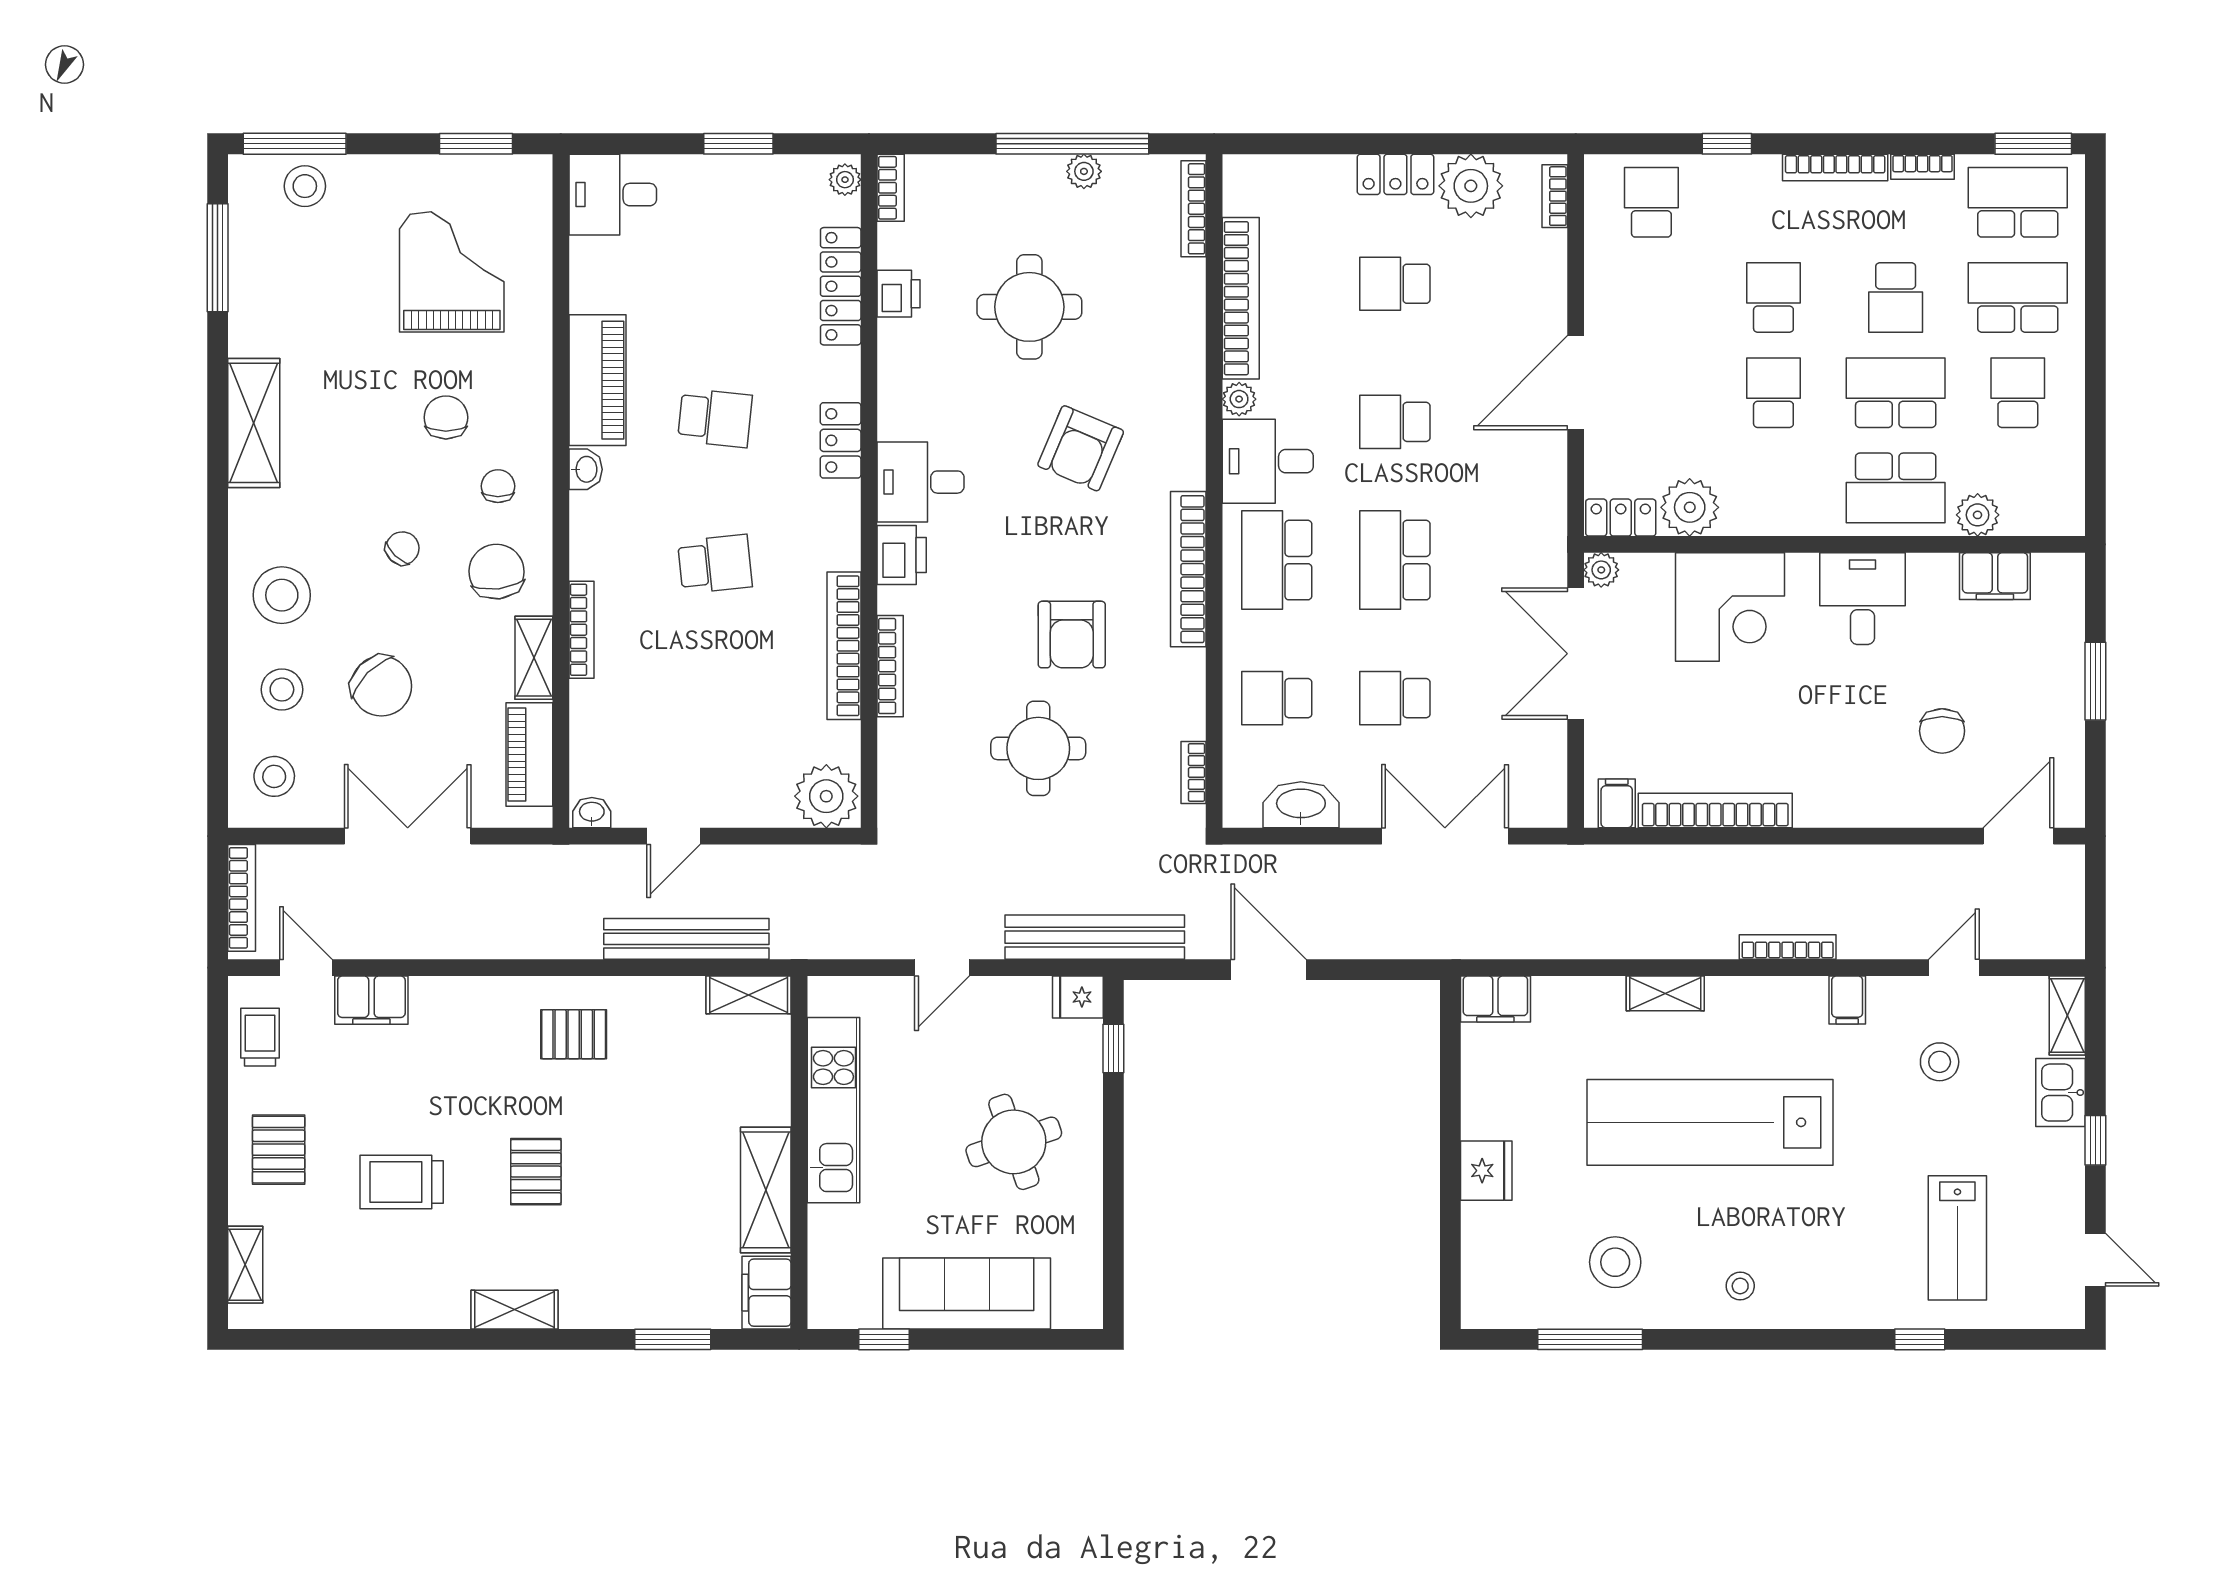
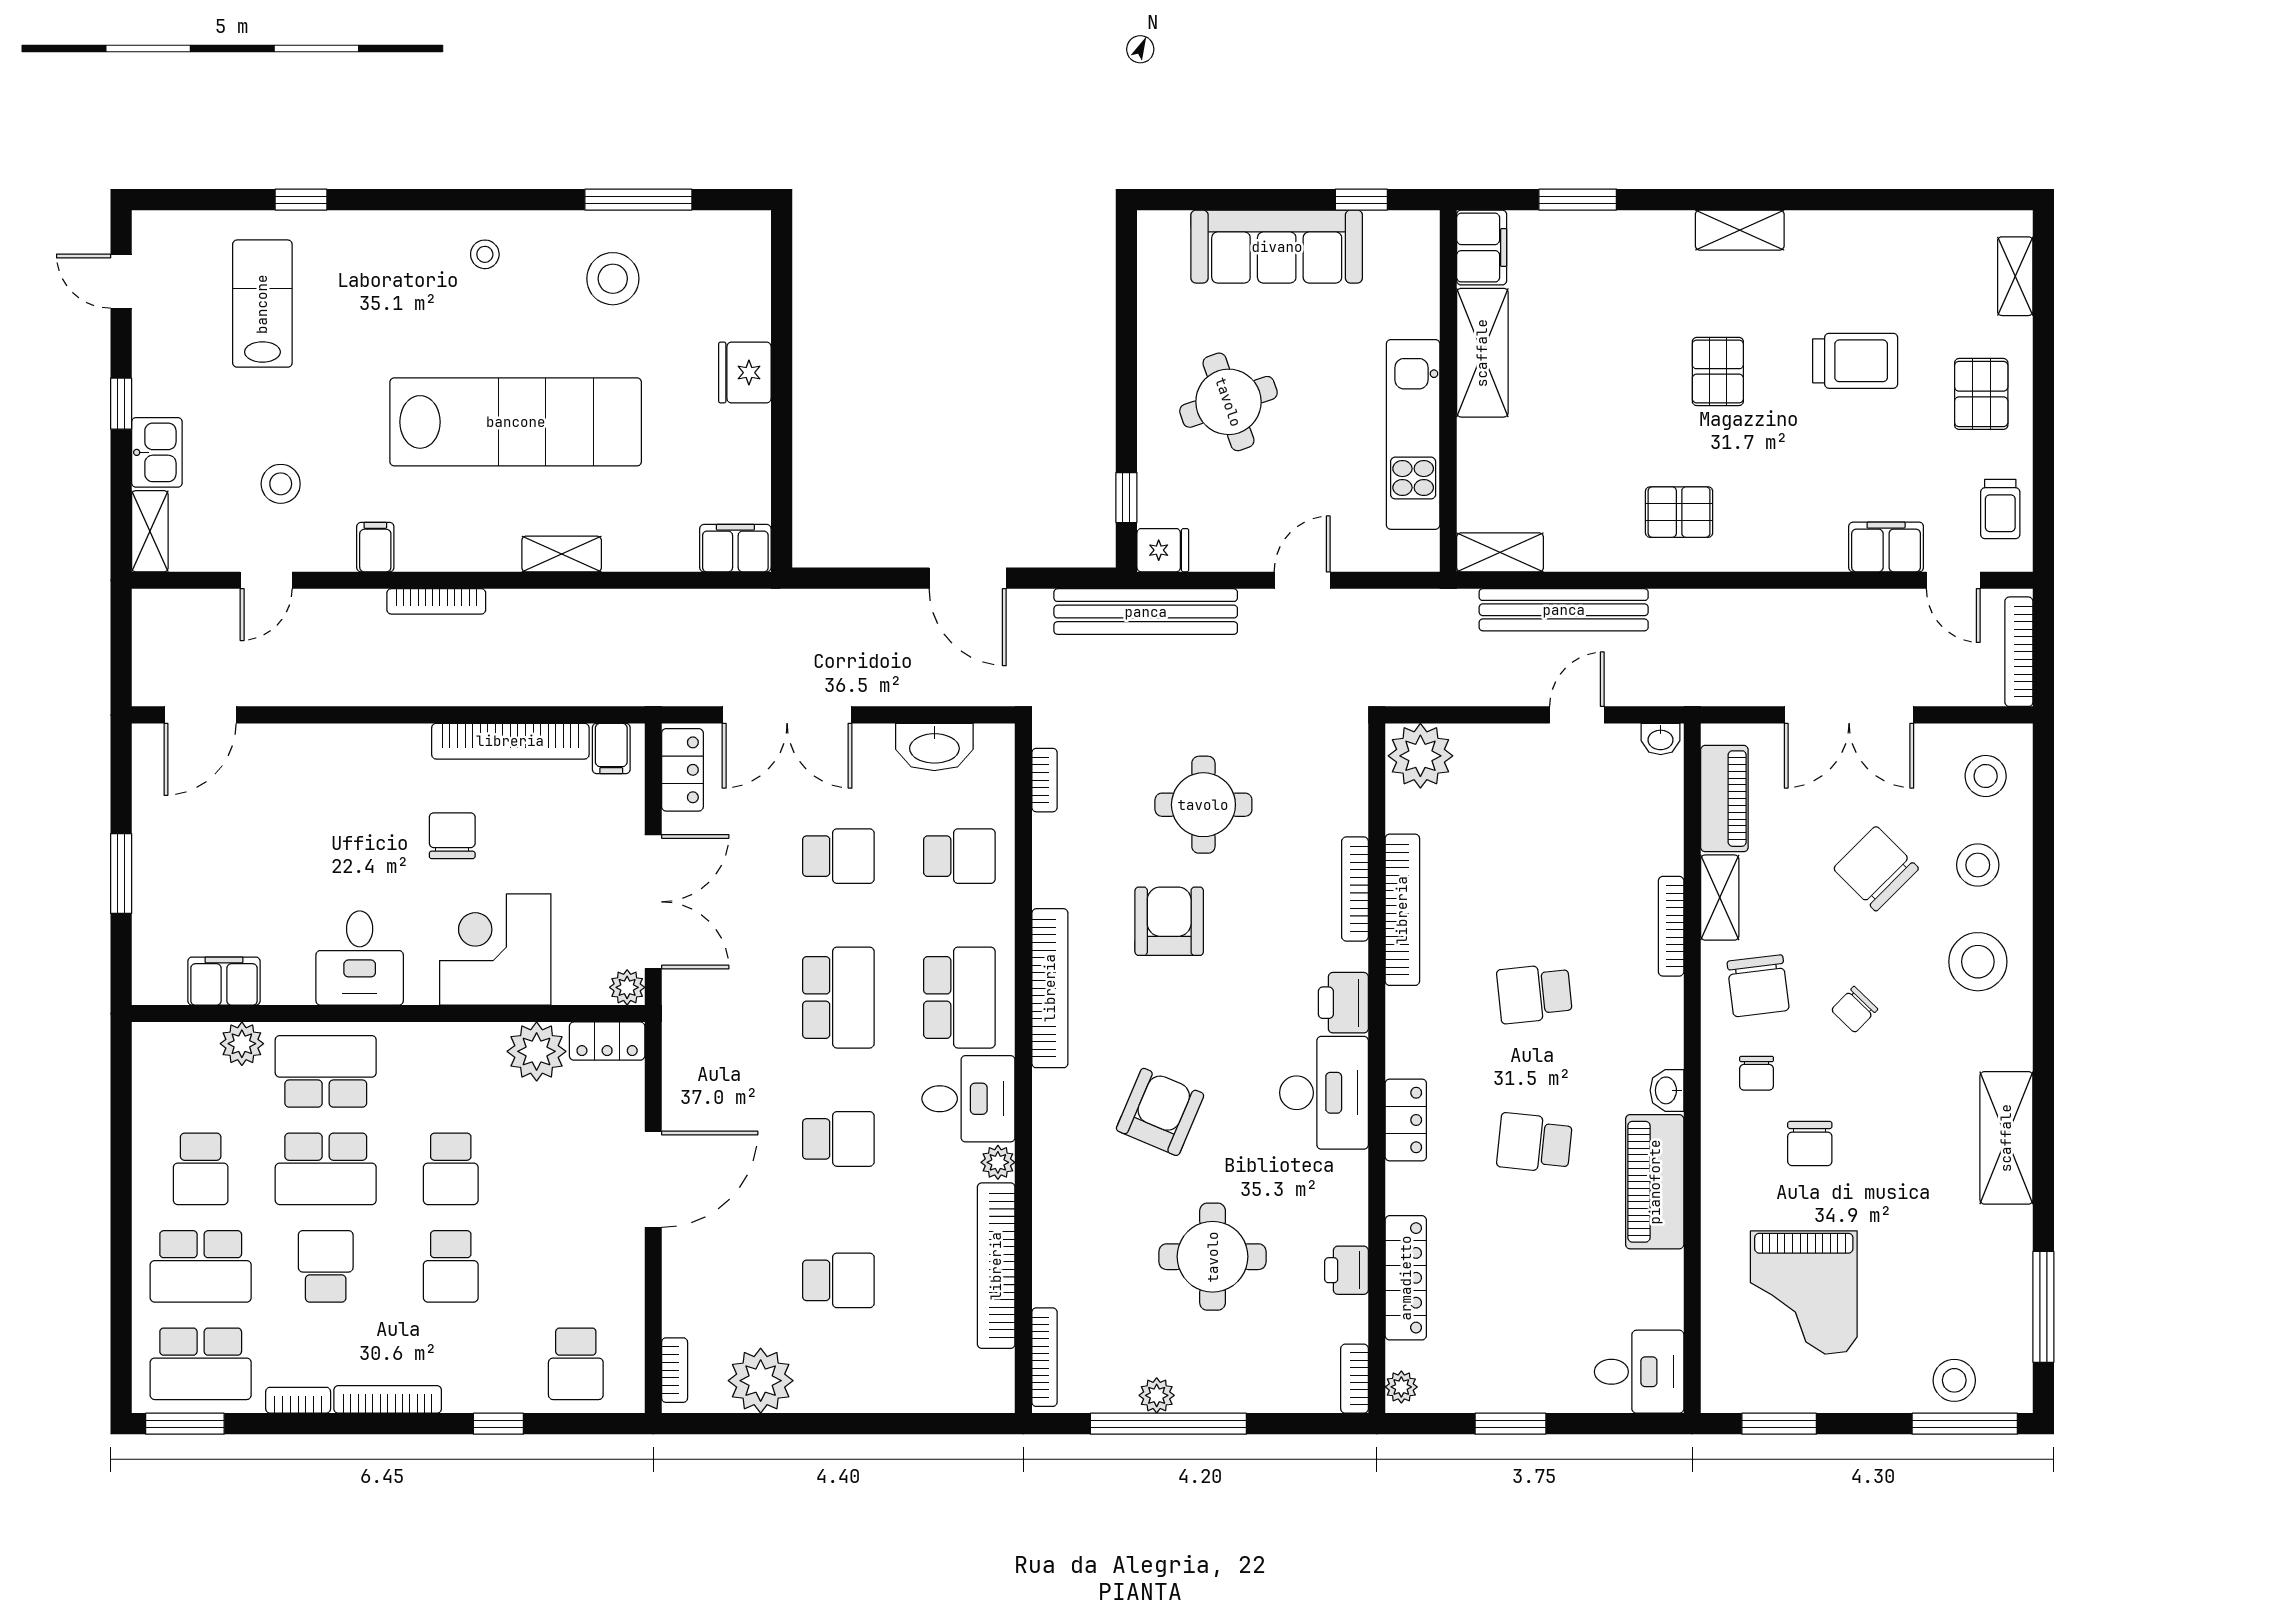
locker: (1395, 174) -> (682, 770), moved, turned 90
desk: (921, 482) -> (1324, 1093), width x1.37
chair: (1942, 731) -> (452, 836), moved

